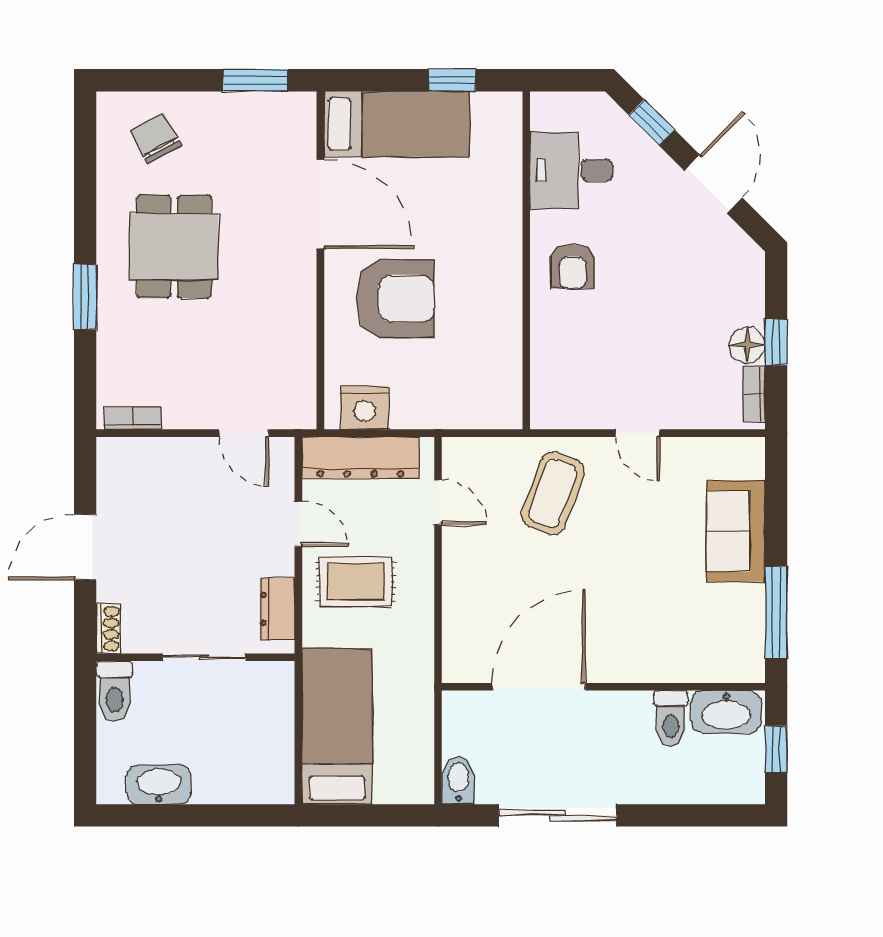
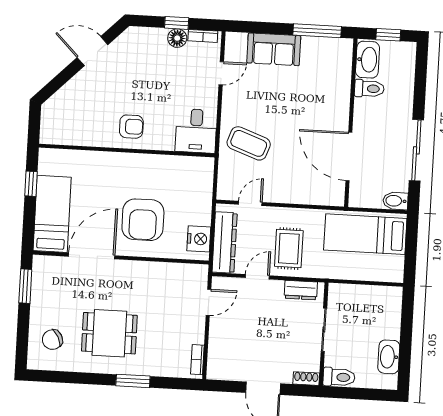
window: (652, 122) -> (59, 81), removed
desk: (571, 170) -> (196, 131), moved
armchair: (395, 299) -> (143, 220), turned 180
door: (638, 433) -> (221, 73), moved
bed: (337, 726) -> (365, 234), moved

